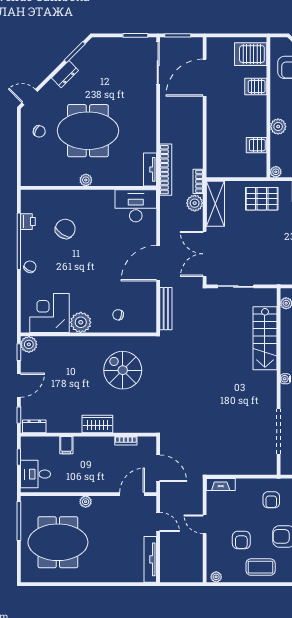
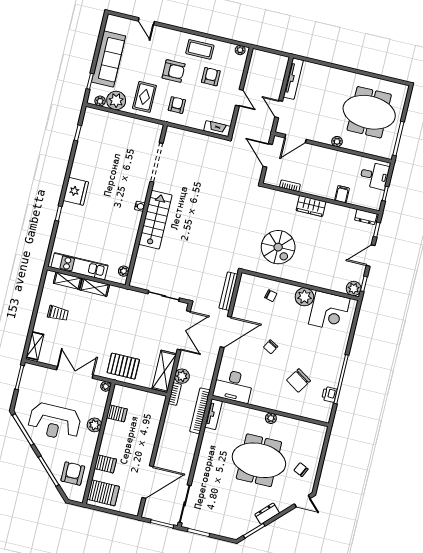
chair: (30, 267) -> (271, 347), moved
stairs: (265, 338) -> (155, 220), moved

